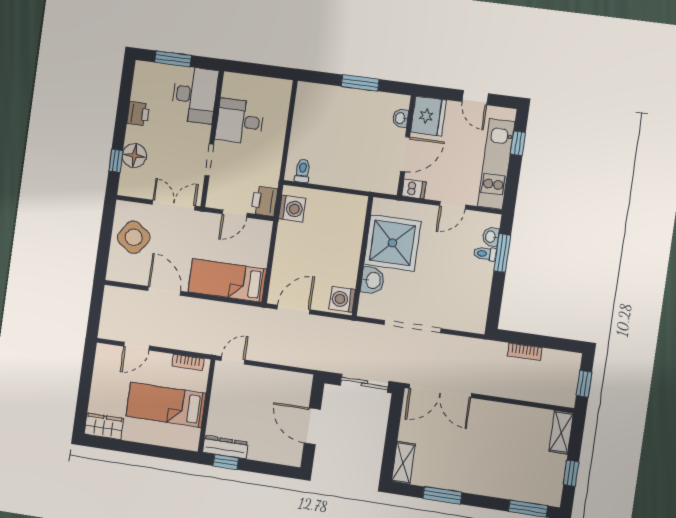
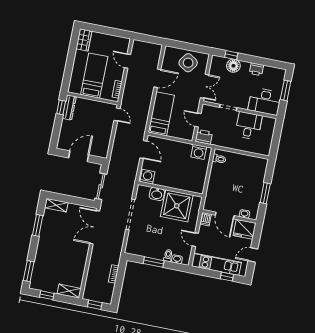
window: (502, 253) -> (154, 262), moved

